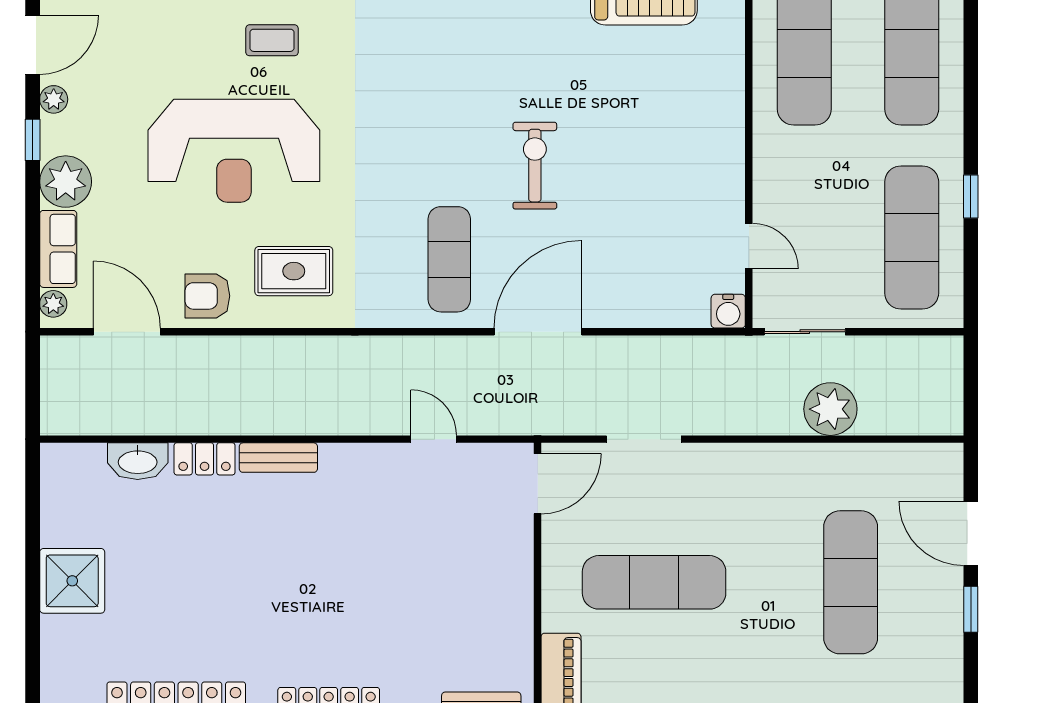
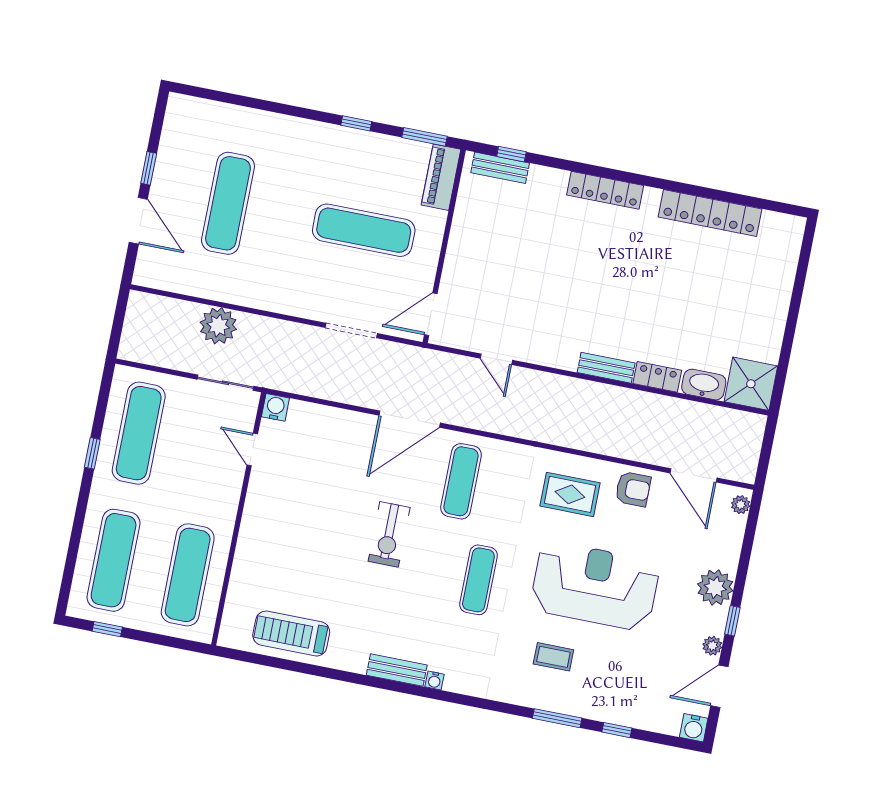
exercise mat: (398, 127) -> (478, 580), added
row of seats: (58, 249) -> (730, 542), removed
shower: (72, 581) -> (751, 384), moved

